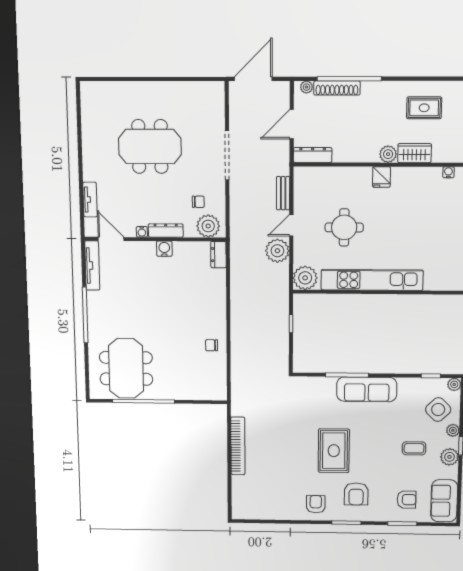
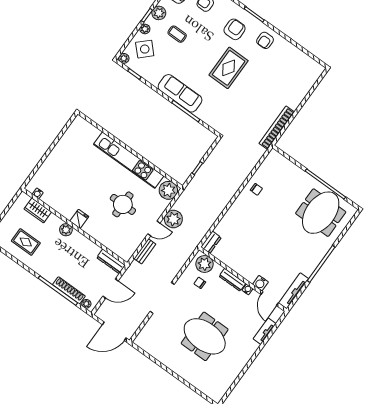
wardrobe: (415, 153) -> (38, 210), moved
water cooler: (164, 249) -> (260, 283), moved
bookcase: (238, 446) -> (277, 128), moved

